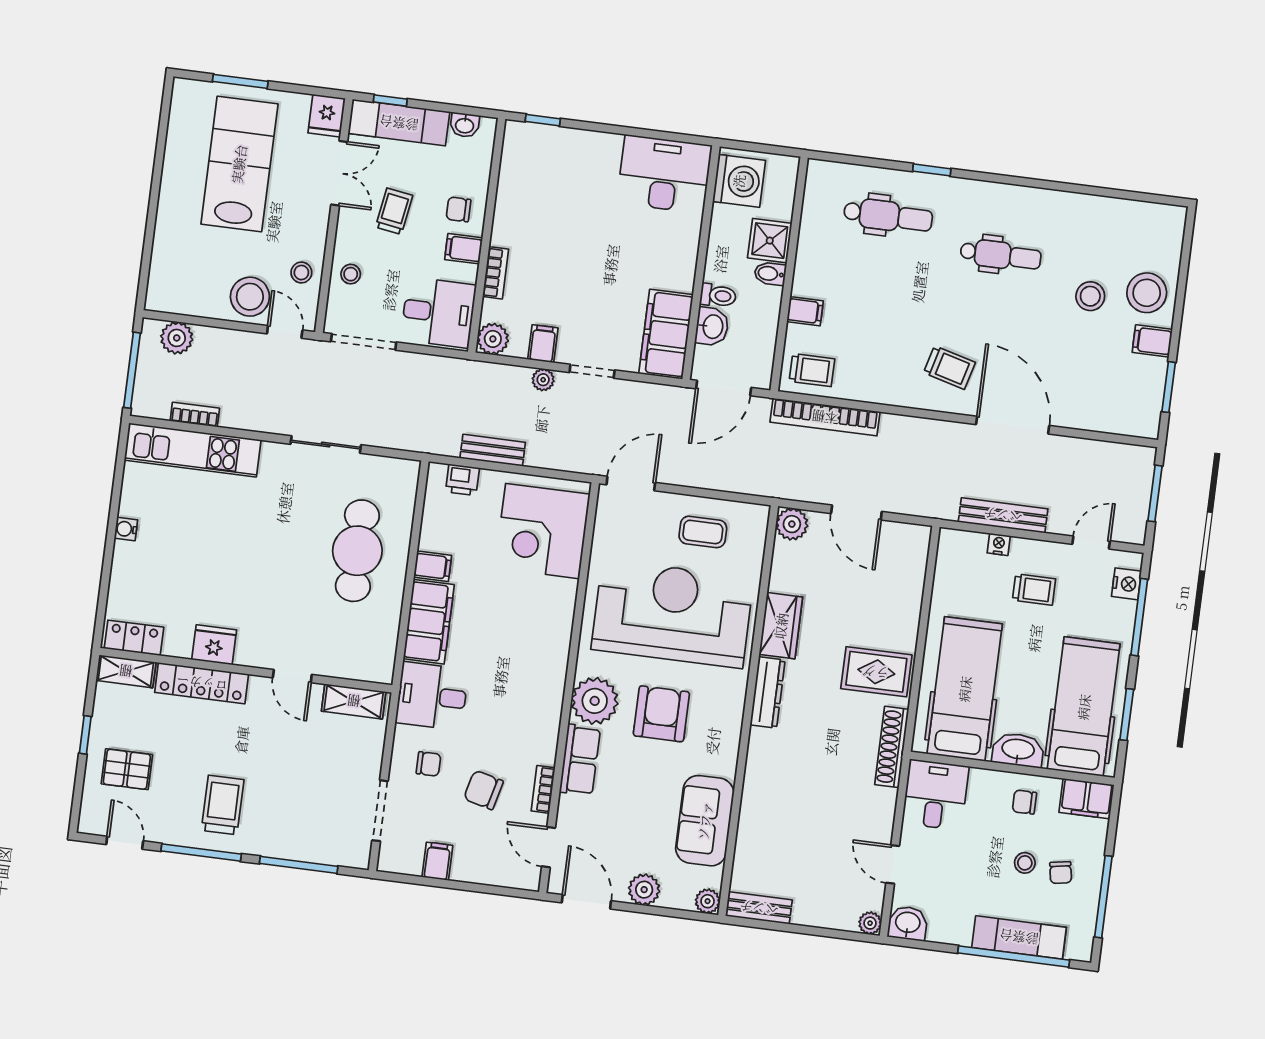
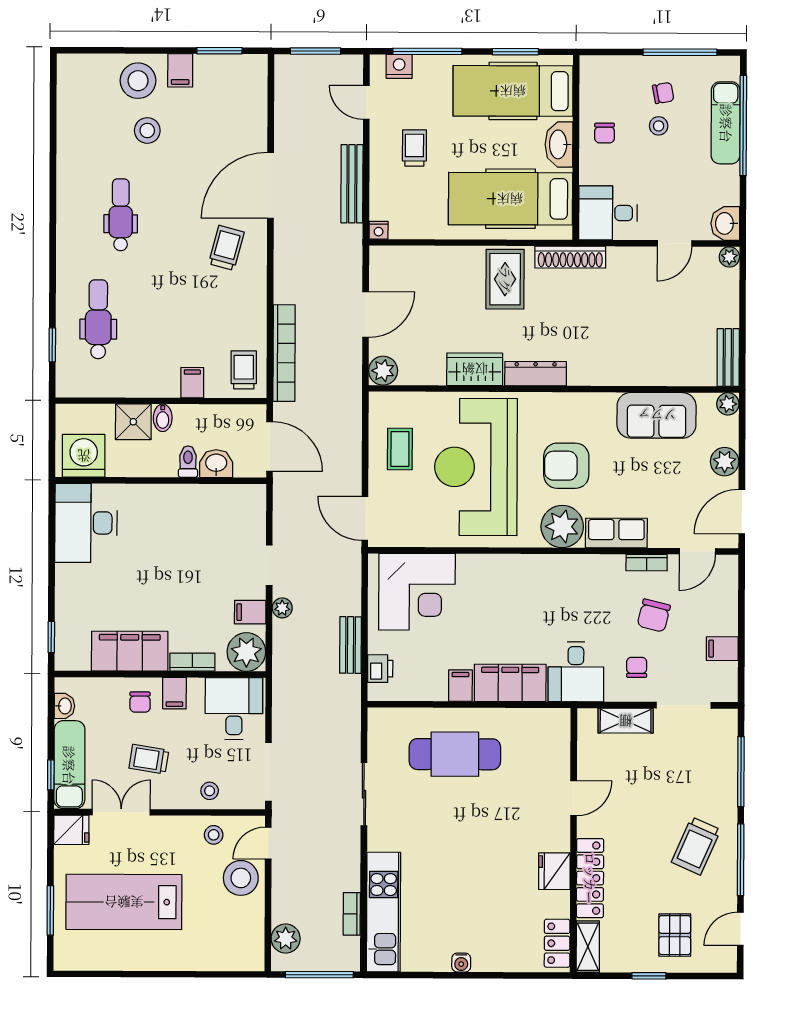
window: (932, 170) -> (52, 345), moved
filing cabinet: (666, 334) -> (130, 651), moved, turned 180
plant: (493, 339) -> (246, 652), width x1.36, depth x1.36
nightstand: (999, 544) -> (379, 230), moved, turned -90
shelving: (354, 701) -> (626, 721), moved, turned 90
filing cabinet: (1086, 799) -> (595, 78), removed
trolley: (223, 805) -> (696, 846), turned -66

